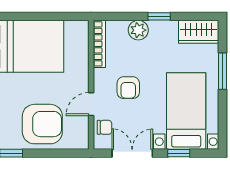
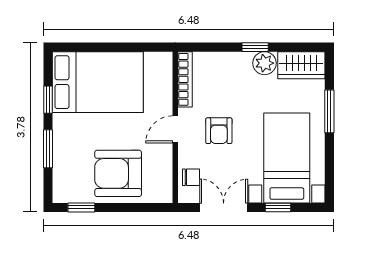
plant: (138, 30) -> (265, 63), moved
door: (91, 104) -> (175, 129), moved
armchair: (42, 124) -> (118, 173), turned 180

